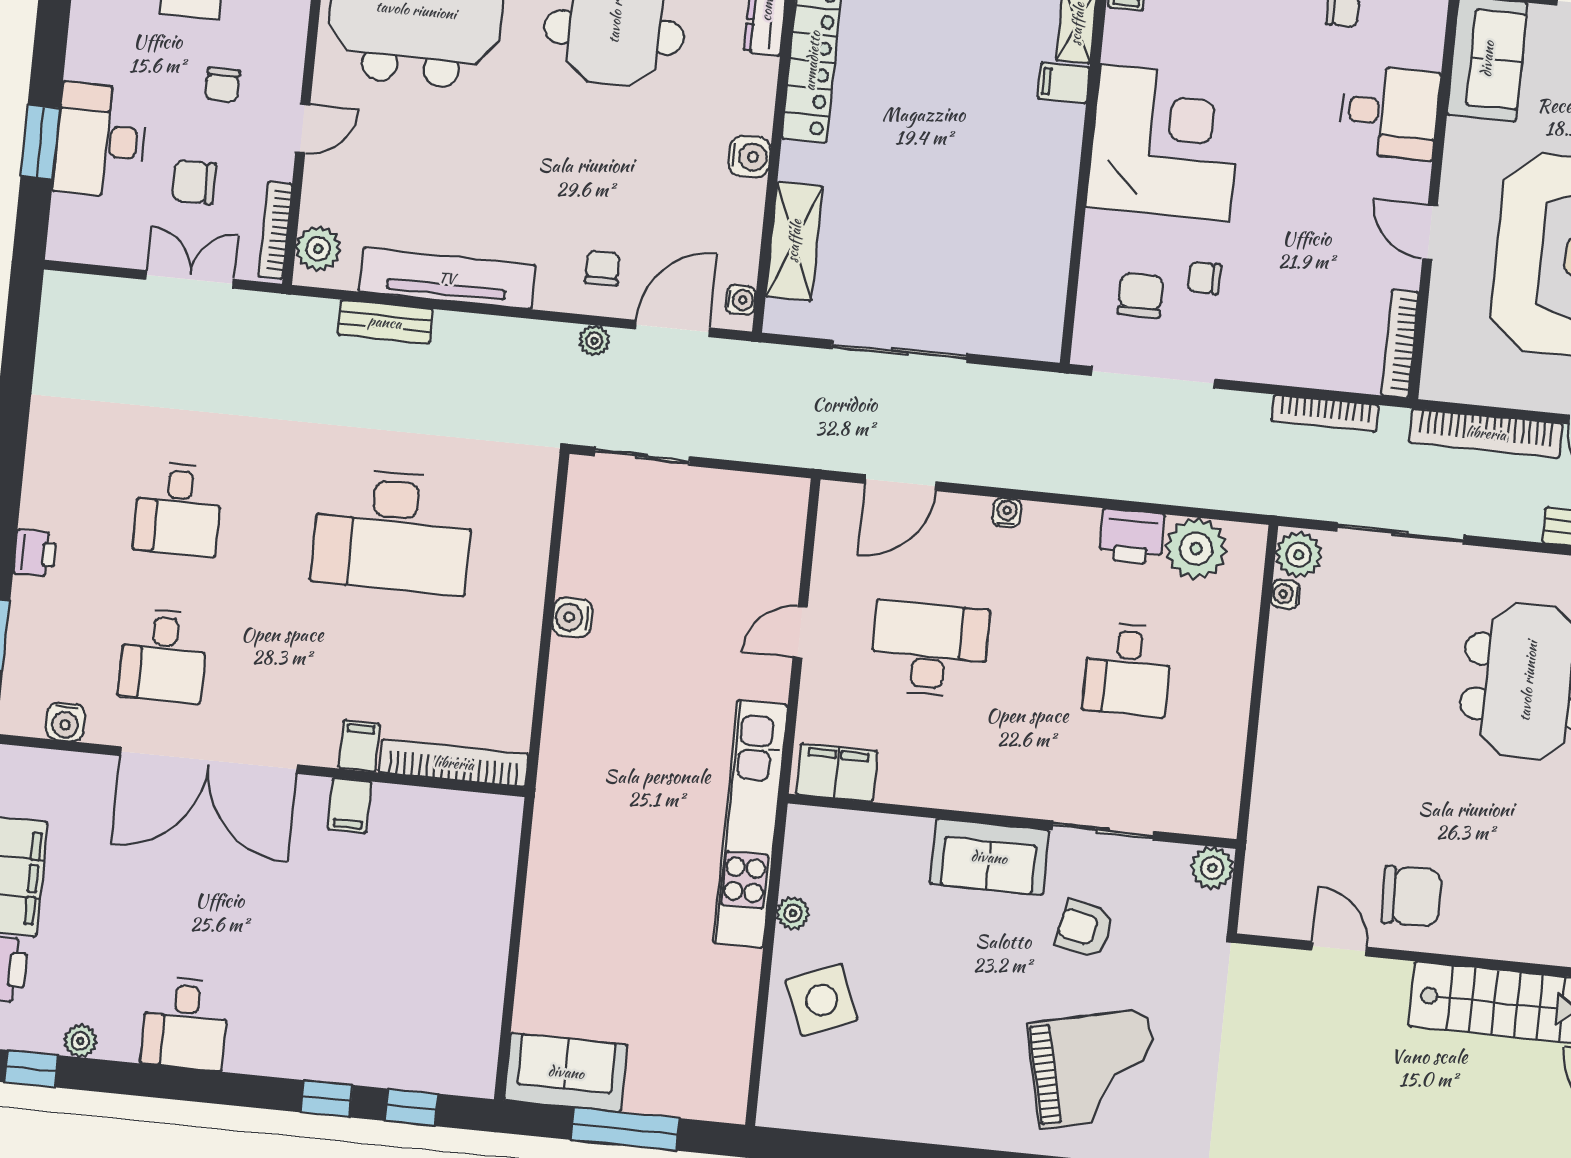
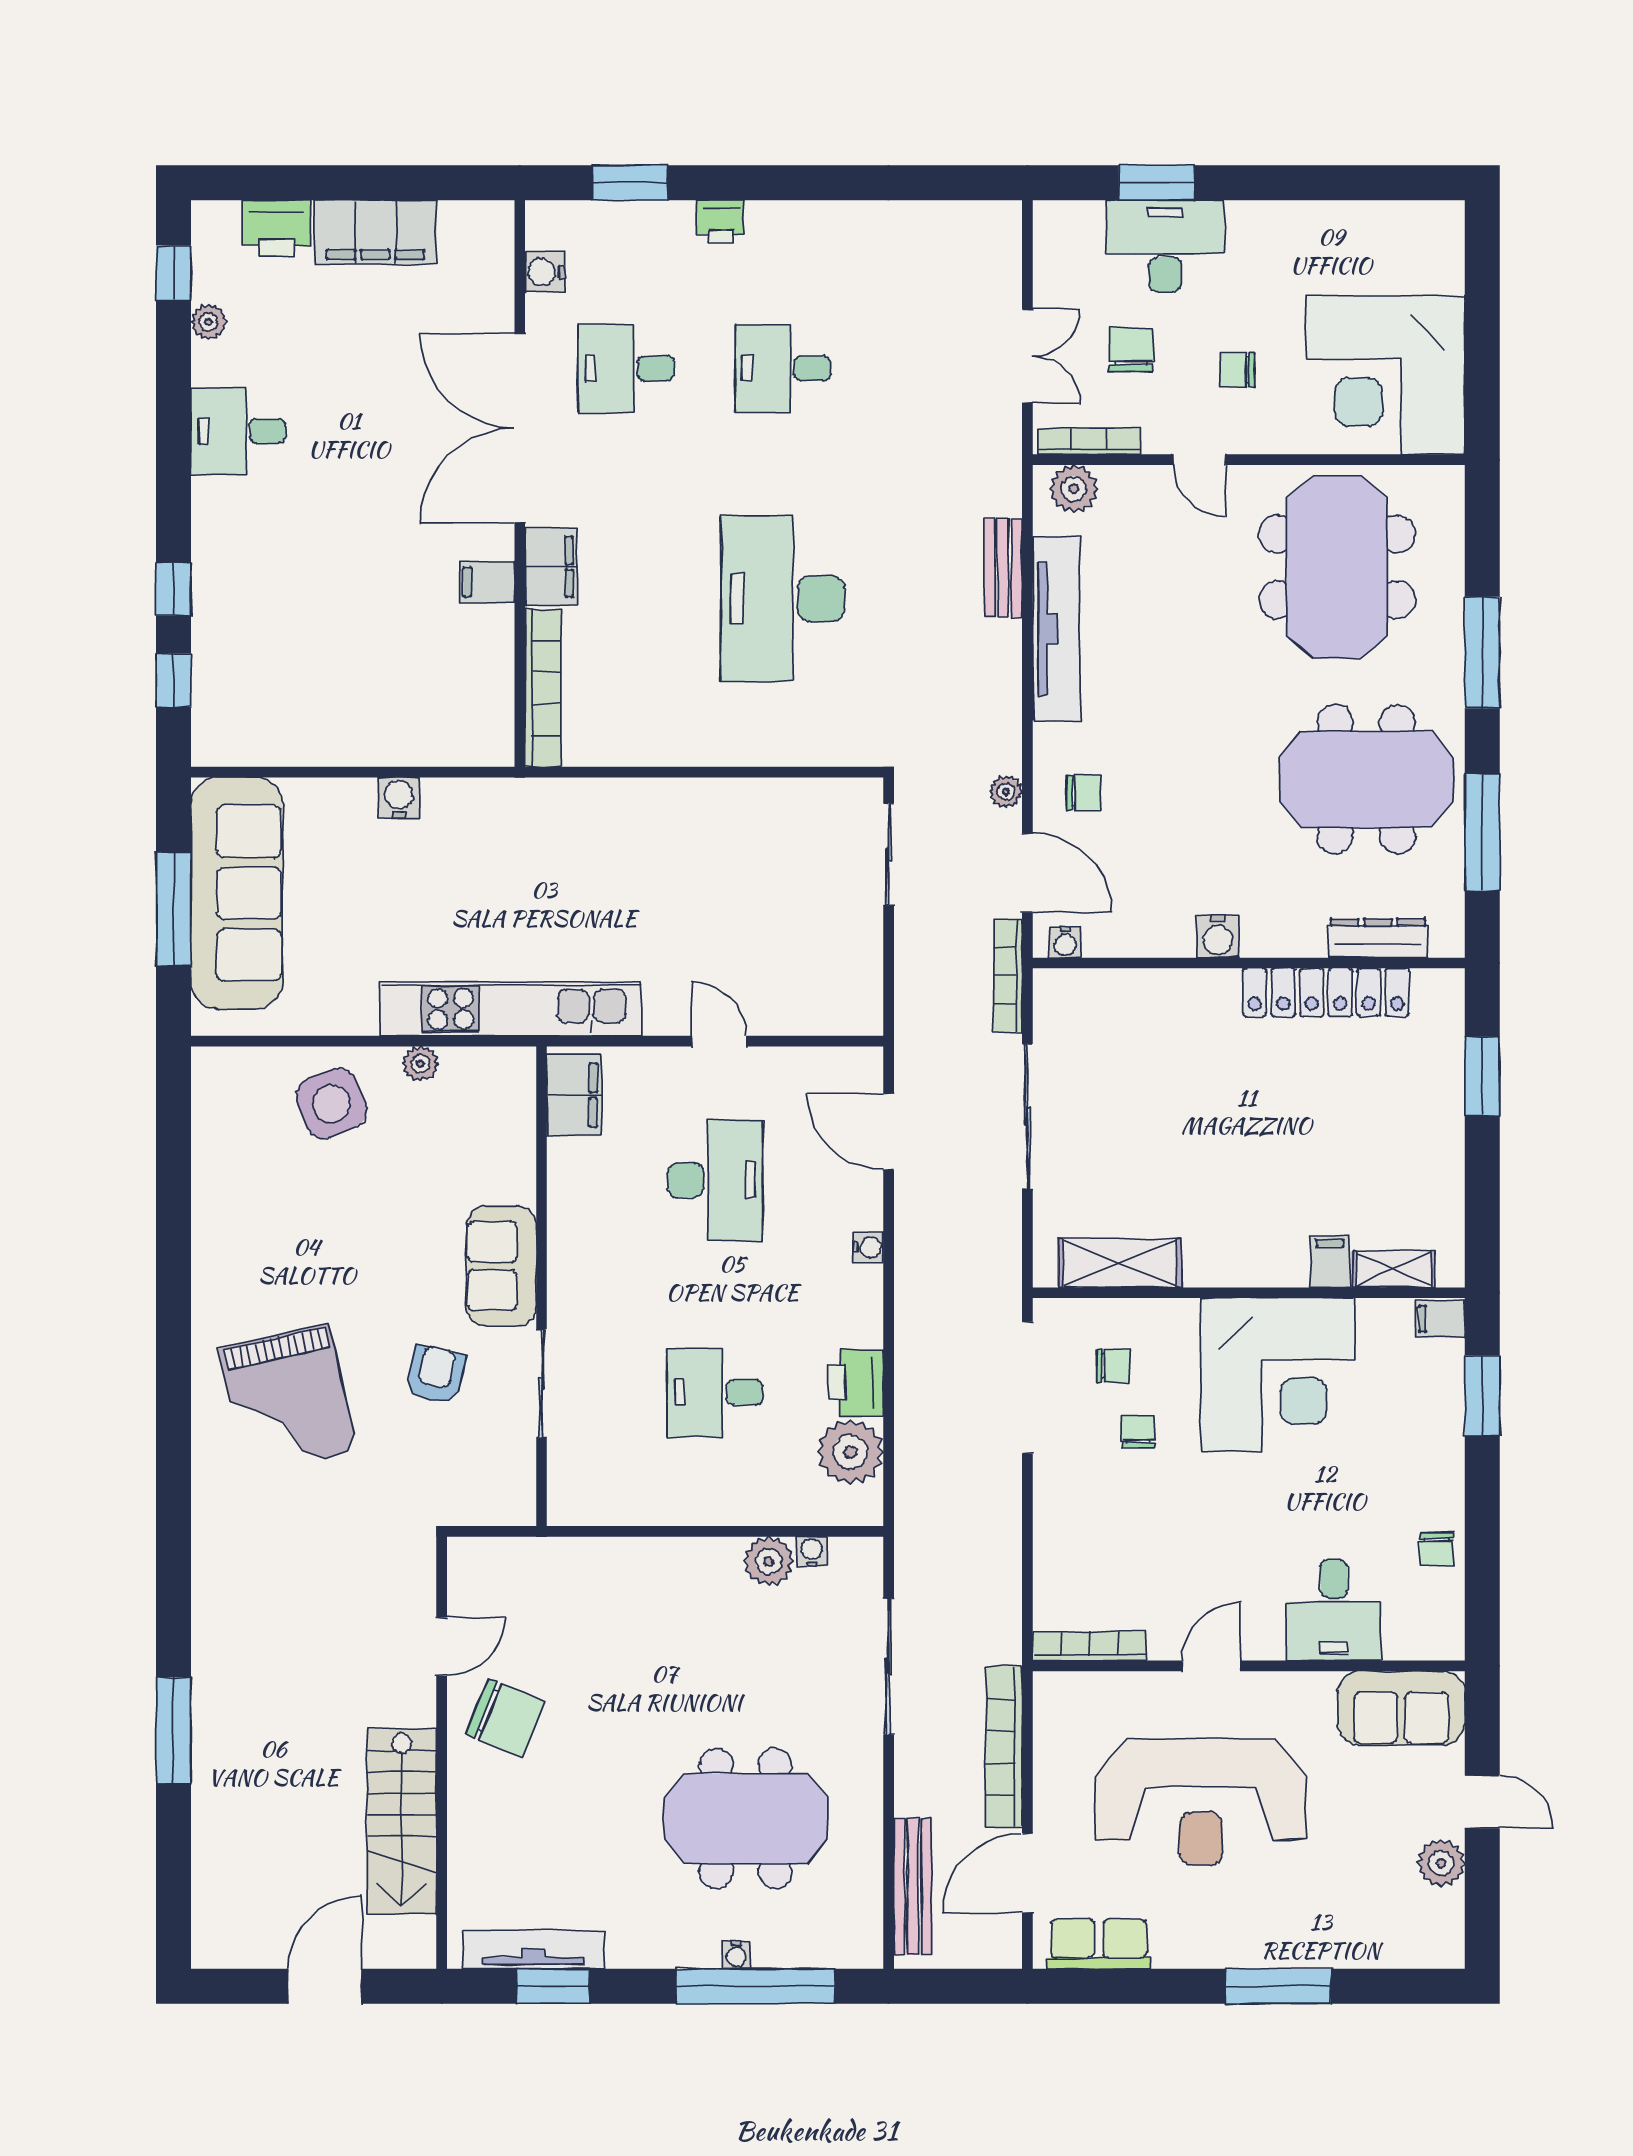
shelving: (794, 241) -> (1120, 1263), moved
chair: (1141, 295) -> (1113, 1366), width x0.73, depth x0.73
bookcase: (1325, 413) -> (1008, 976), moved
plant: (1299, 555) -> (769, 1561), moved
water cooler: (572, 617) -> (399, 798), moved
filing cabinet: (359, 746) -> (551, 567), width x2.00
plant: (1212, 868) -> (513, 1503), removed
chair: (1411, 896) -> (505, 1718), turned -66
sofa: (566, 1072) -> (237, 893), width x1.85, depth x1.27

